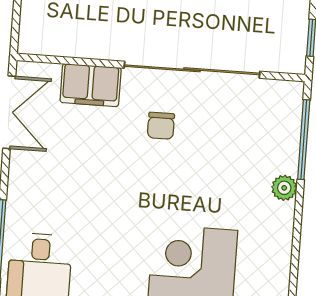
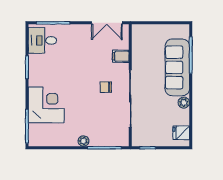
filing cabinet: (91, 85) -> (121, 56), width x0.50

